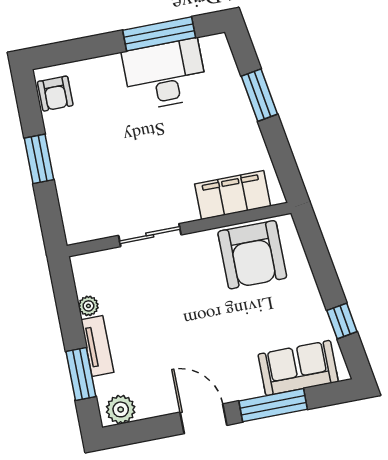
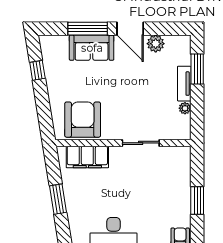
window: (259, 95) -> (58, 199), moved
sofa: (298, 368) -> (92, 48), moved
plant: (121, 409) -> (156, 44), moved

